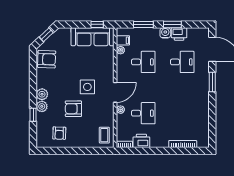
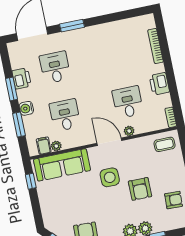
water cooler: (165, 33) -> (26, 108), moved
sofa: (93, 37) -> (62, 165), moved, turned 90
printer: (141, 141) -> (159, 84), moved

